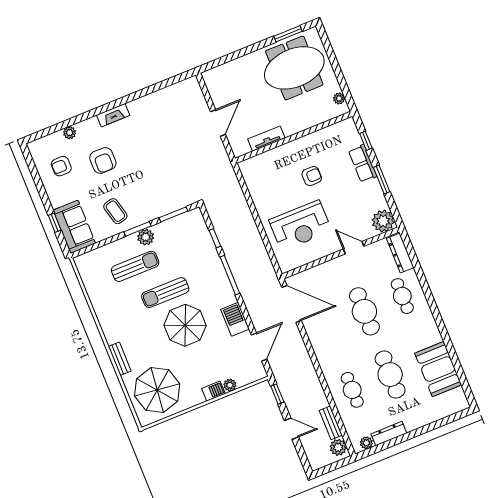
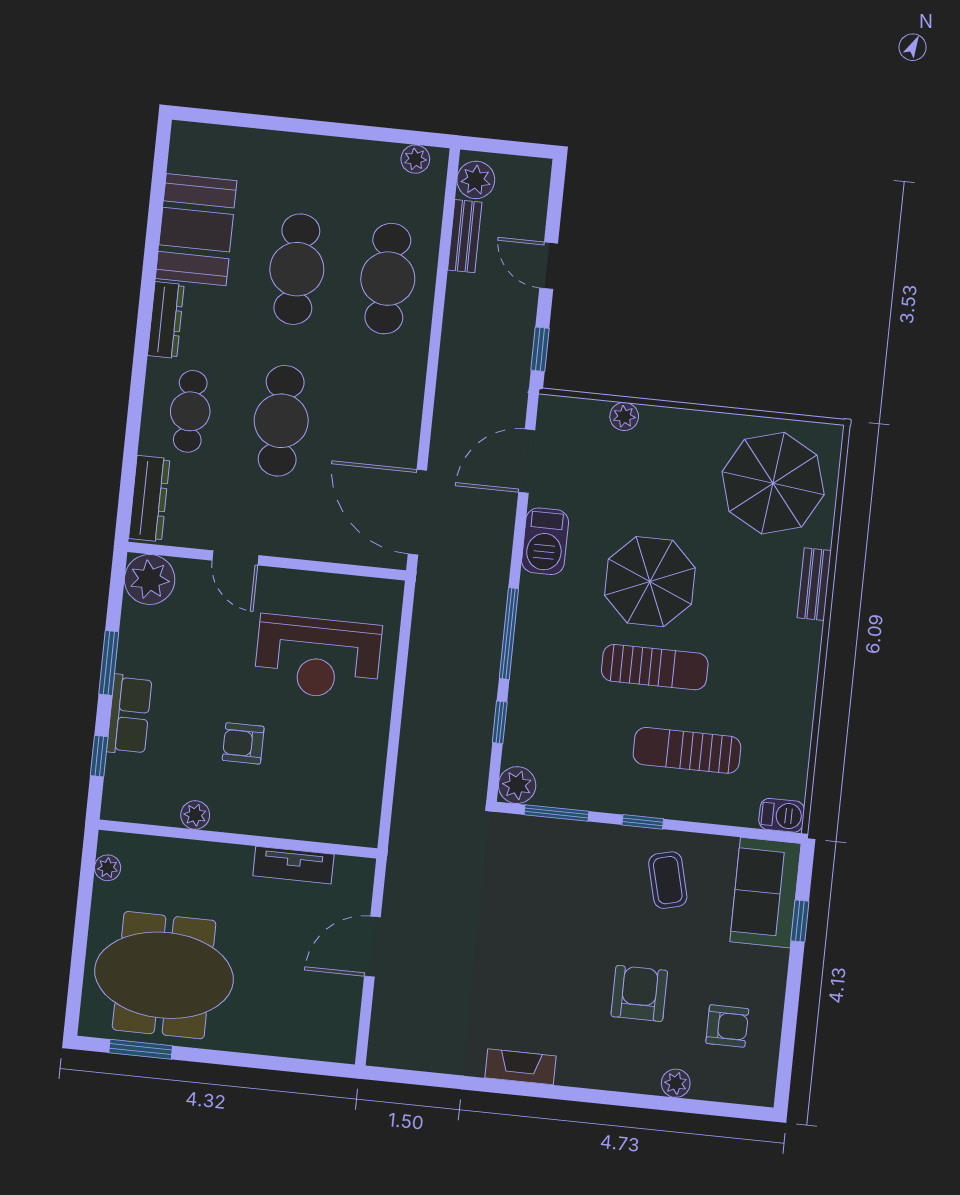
fireplace: (113, 115) -> (520, 1067), moved
plant: (316, 138) -> (195, 815), added
reception desk: (300, 226) -> (318, 657), turned 180
window: (137, 229) -> (643, 822), width x0.67
plant: (146, 237) -> (517, 785), moved
cafe table: (352, 390) -> (388, 279), width x1.37, depth x1.35
barbecue: (213, 391) -> (782, 815), moved, turned 180
dresser: (389, 434) -> (166, 320), moved, turned -90

